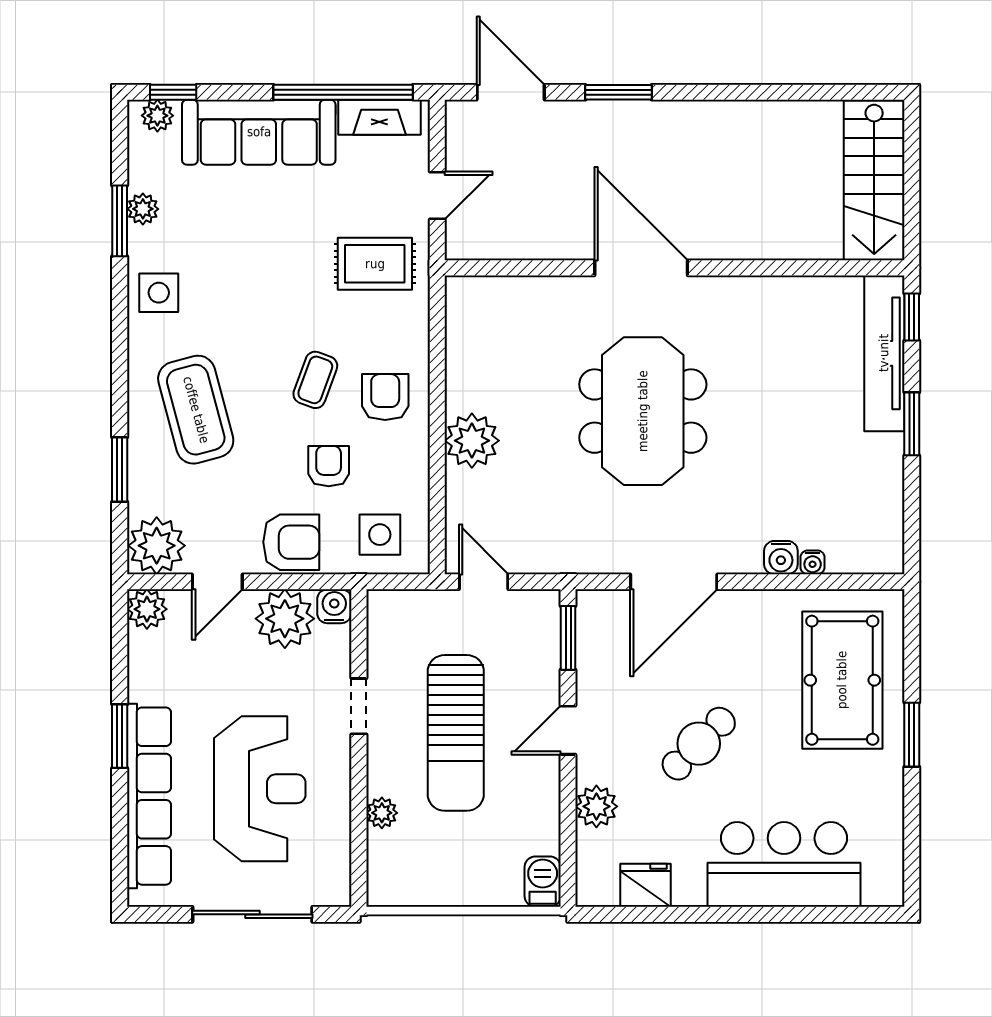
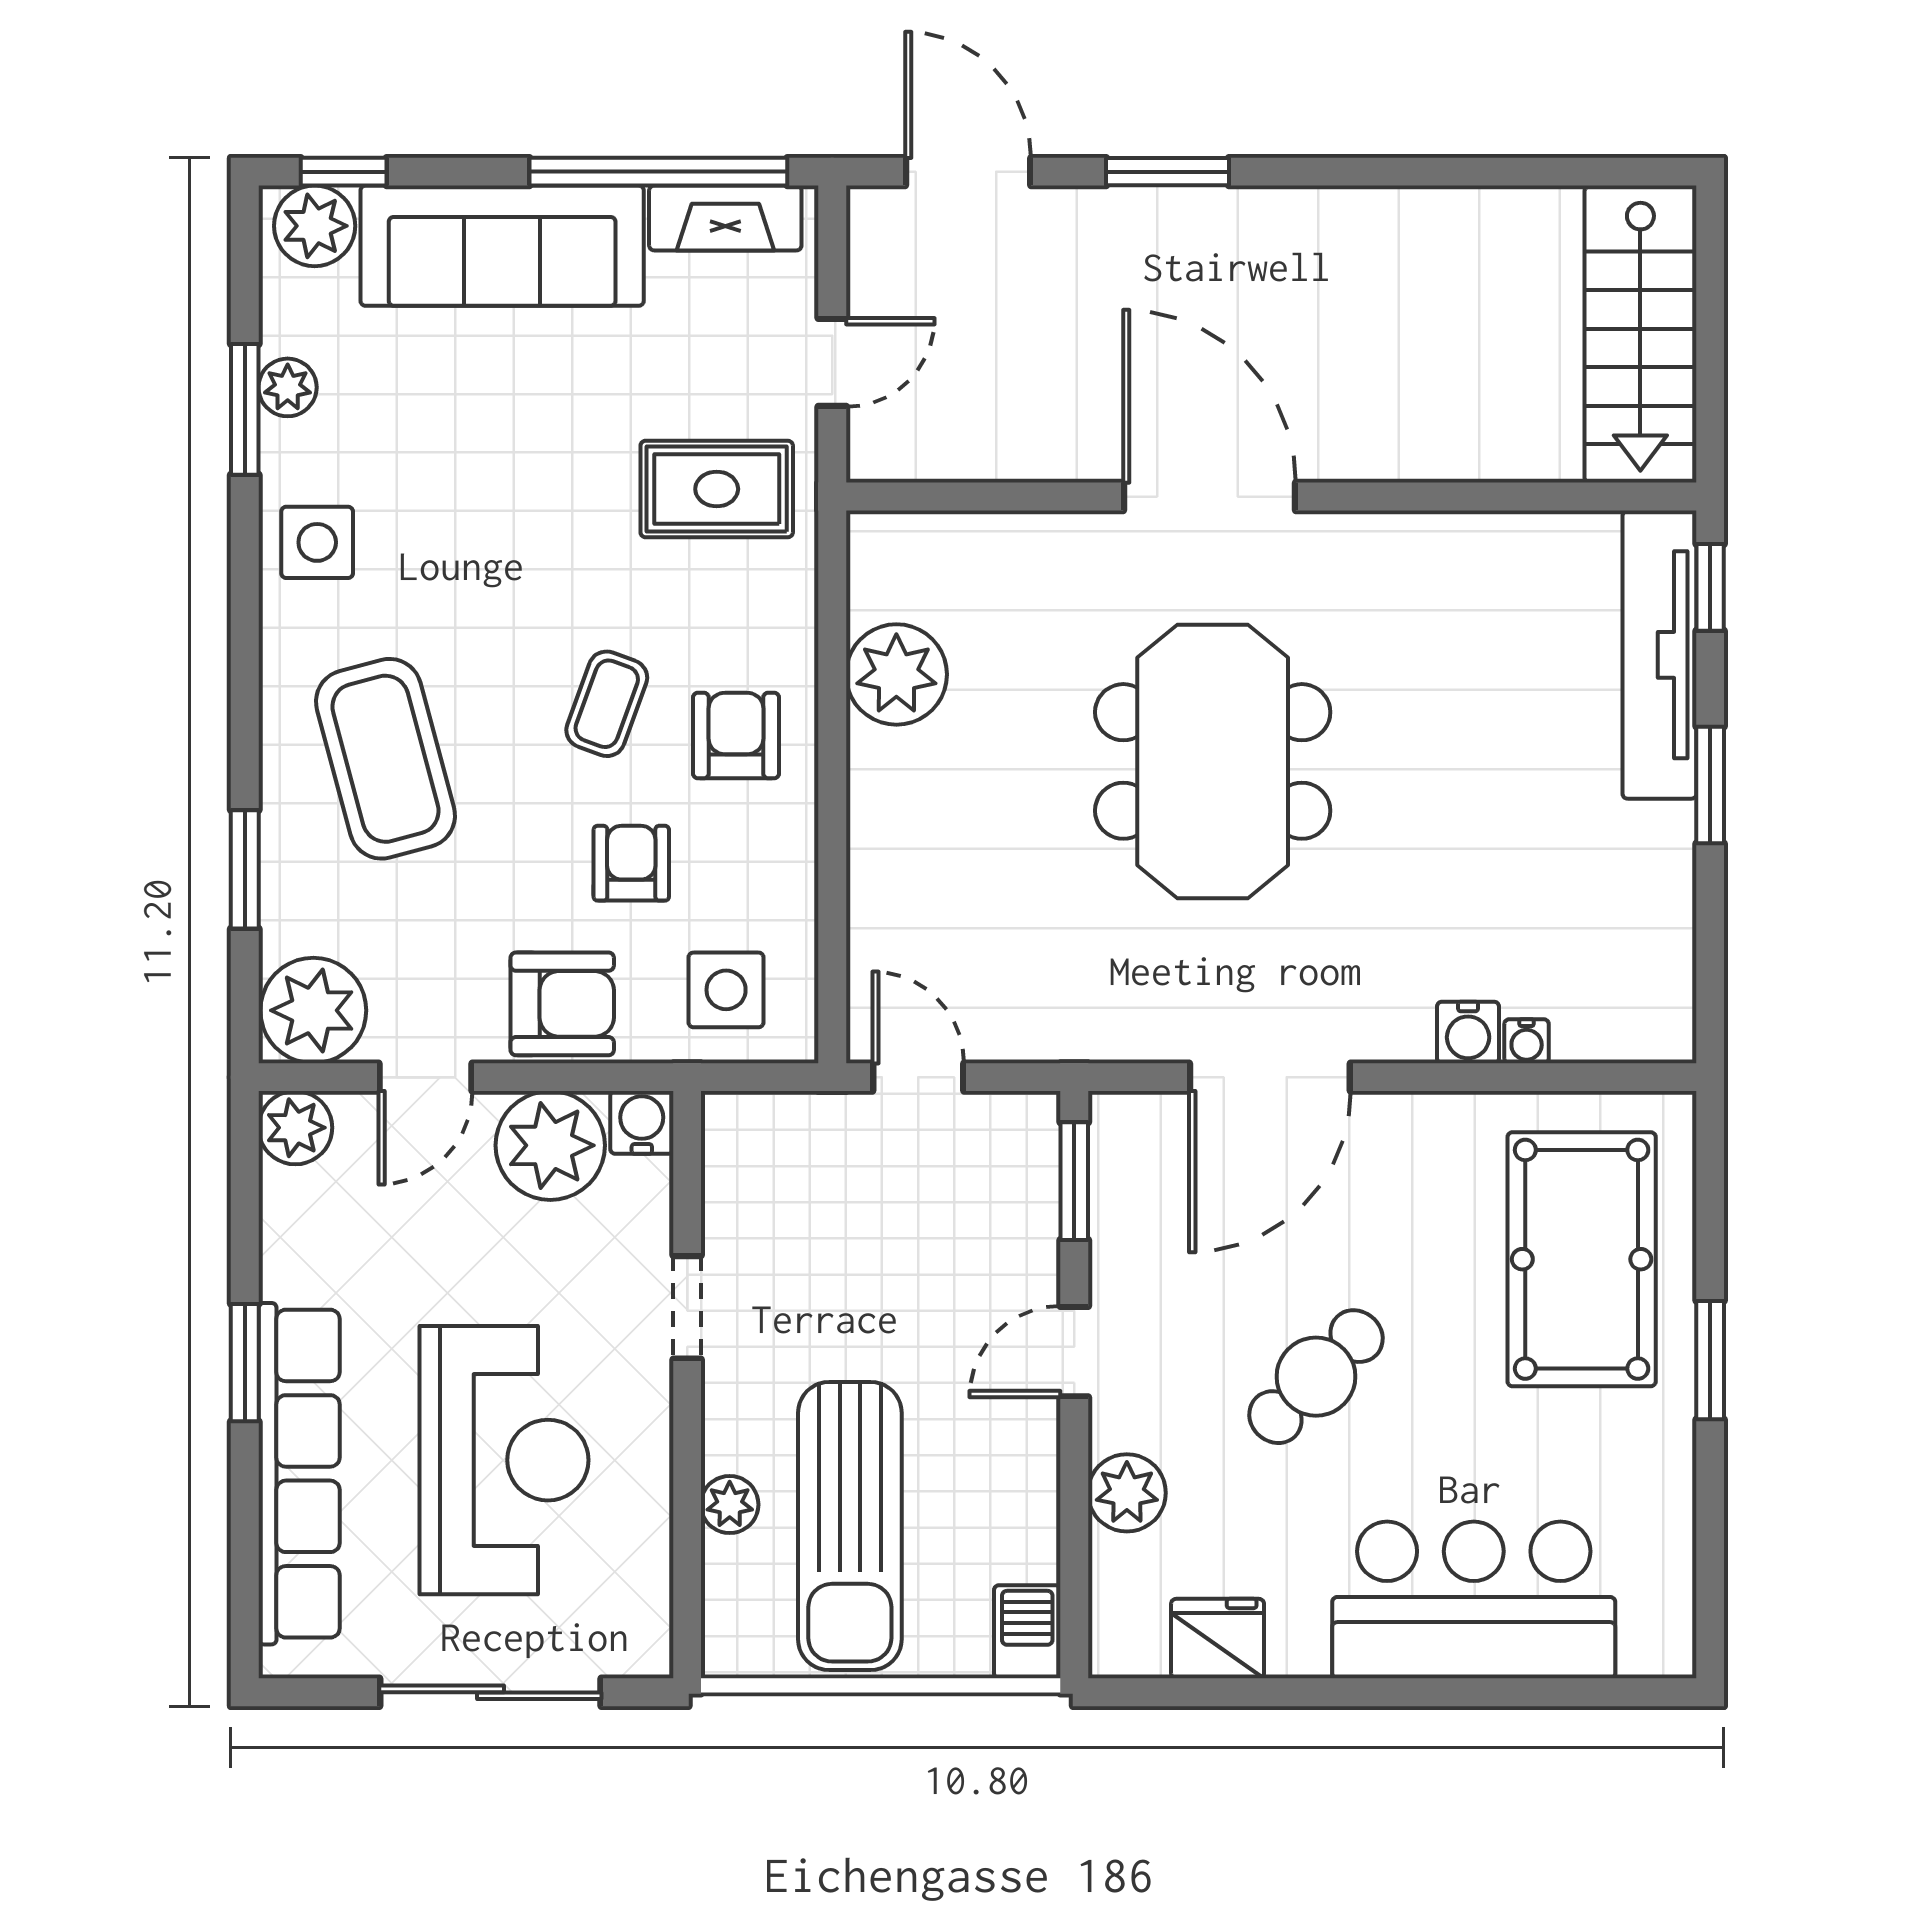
plant: (157, 116) -> (315, 226), width x1.38, depth x1.38
plant: (472, 441) -> (896, 674), moved
sun lounger: (456, 733) -> (850, 1526), moved

